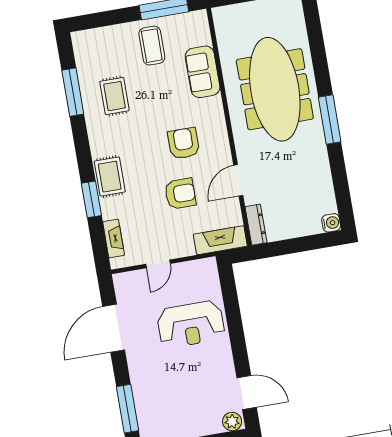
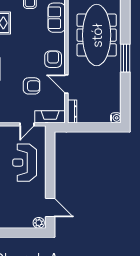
armchair: (184, 143) -> (53, 59), moved
door: (238, 180) -> (66, 84), hinge flipped
door: (158, 264) -> (27, 124), moved
reception desk: (191, 324) -> (25, 163), turned 90

